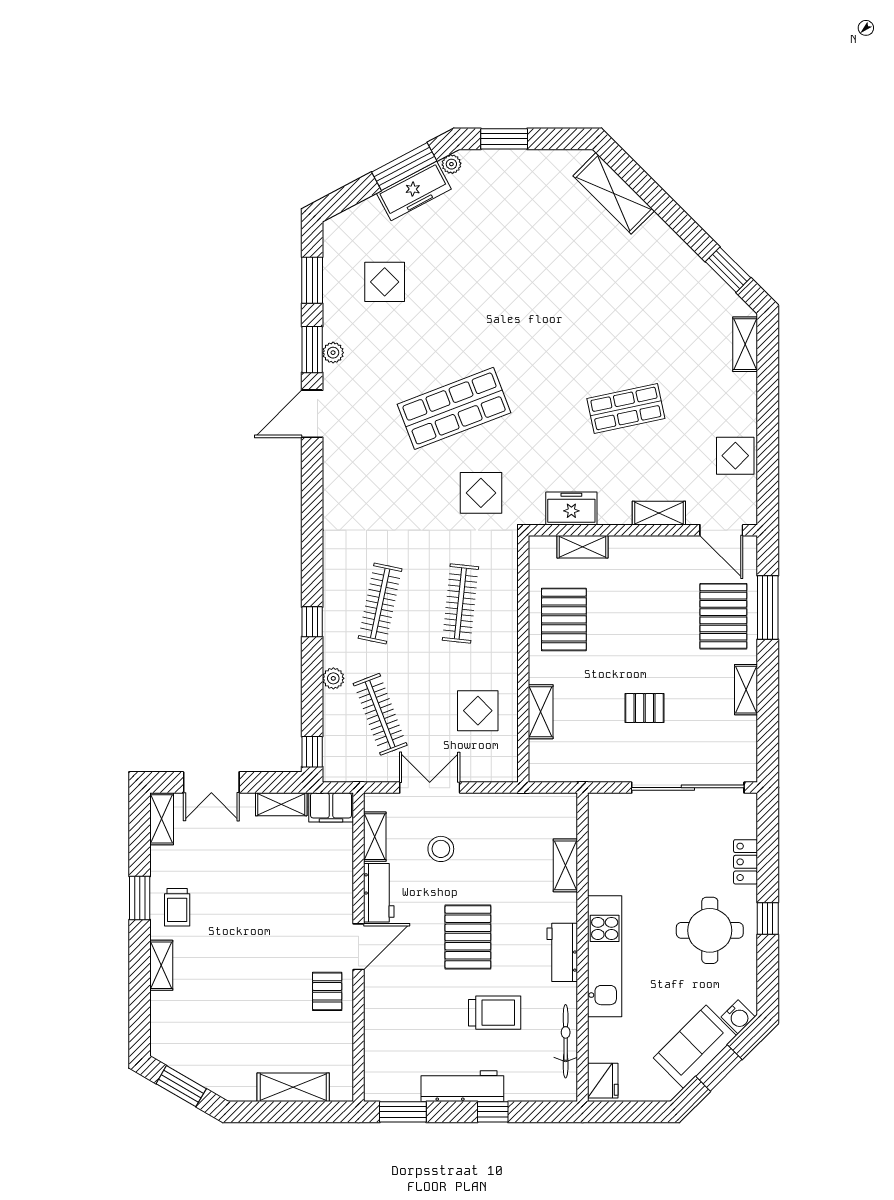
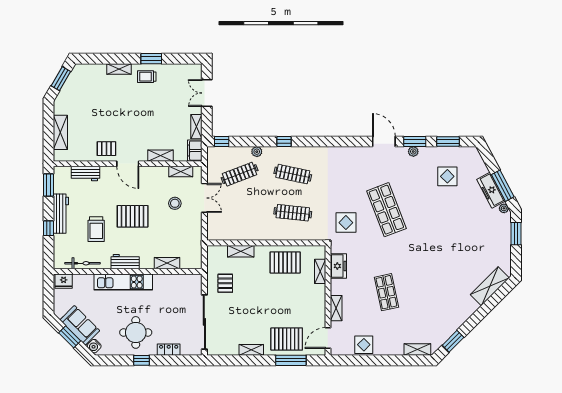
pallet: (645, 708) -> (225, 283), moved
display table: (478, 711) -> (241, 221), removed
shelving: (162, 819) -> (161, 156), moved
workbench: (379, 893) -> (85, 173), moved

